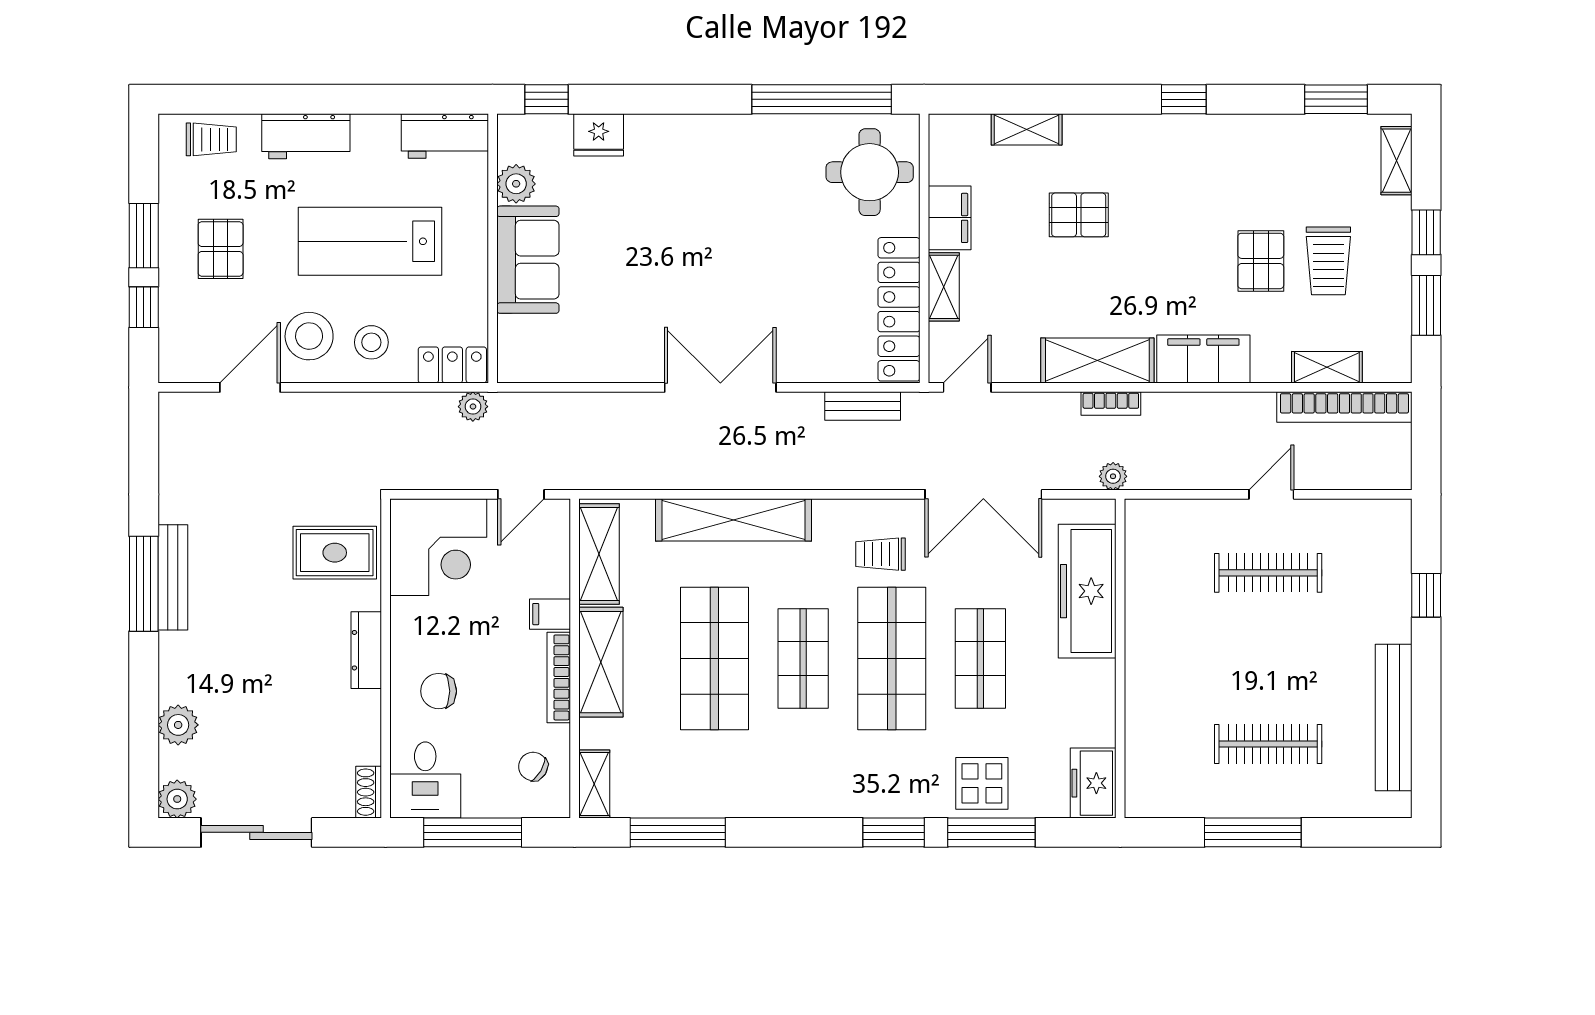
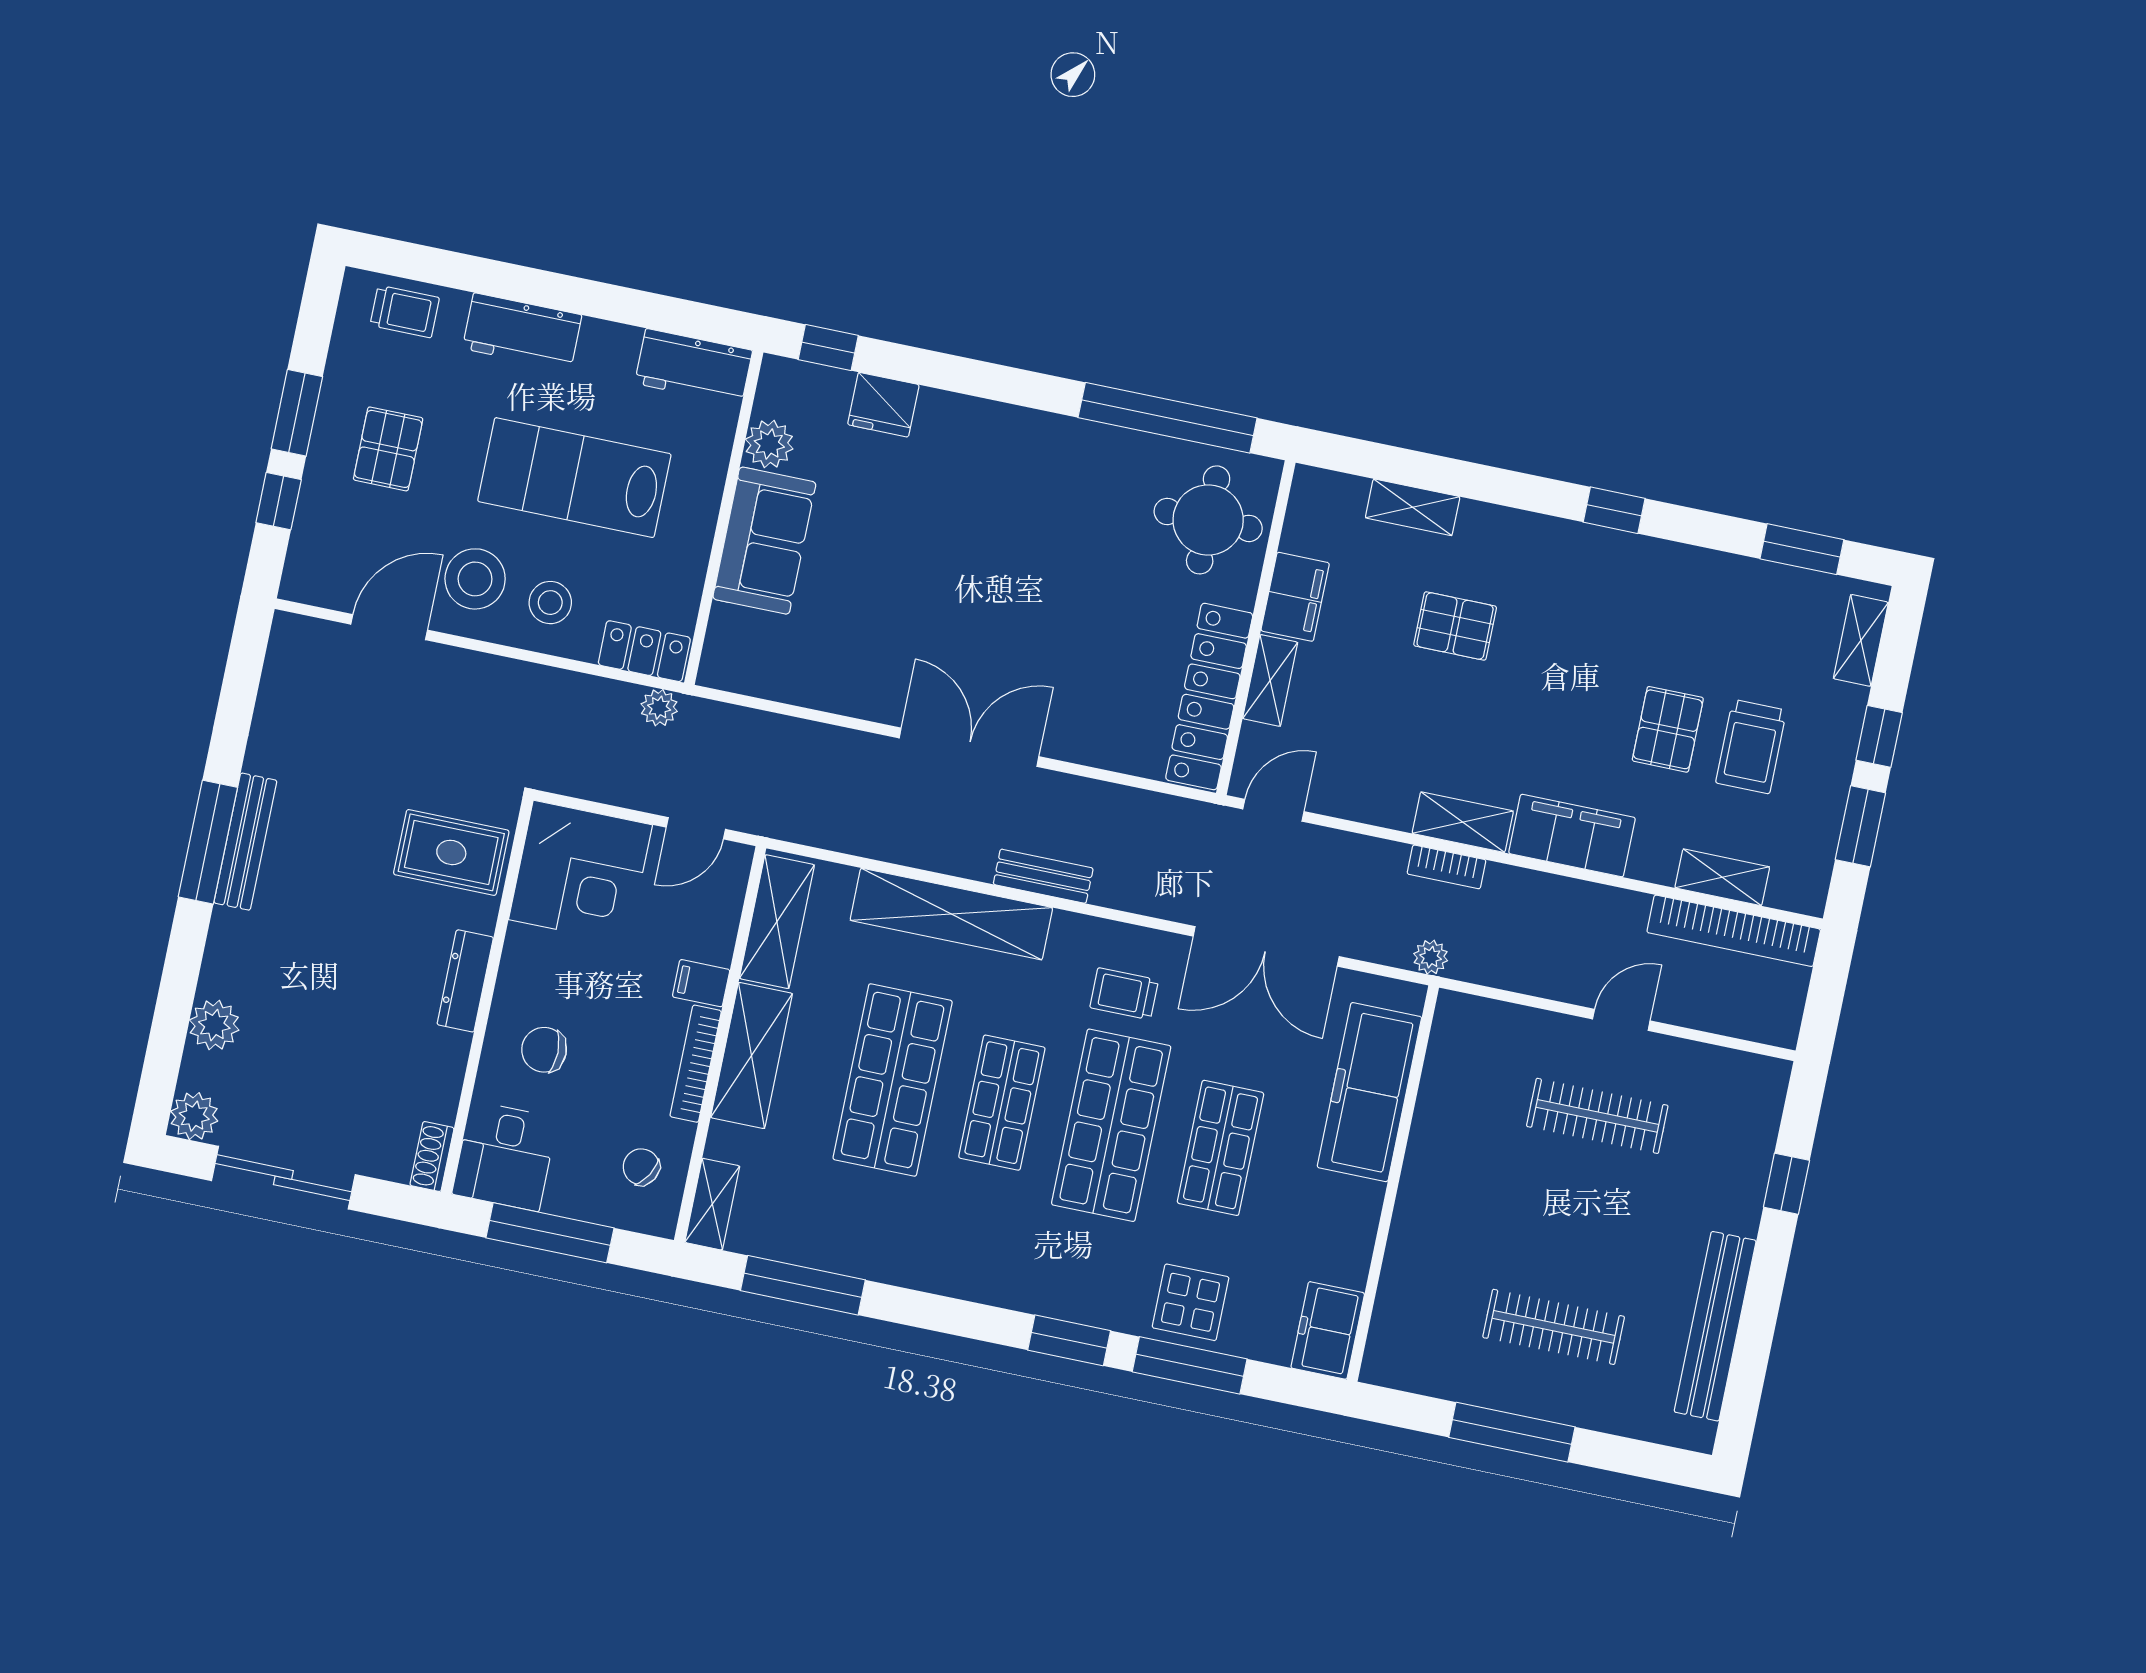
shelving: (1097, 361) -> (1463, 822), width x0.67, depth x0.75
bench: (863, 406) -> (1043, 876), moved

